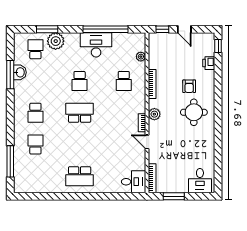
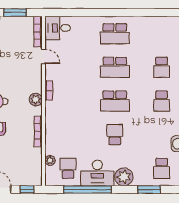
plant: (56, 41) -> (124, 177), moved
school desk: (124, 81) -> (68, 168), moved
school desk: (35, 113) -> (162, 101), turned 180
door: (147, 142) -> (43, 56), moved
school desk: (80, 144) -> (115, 67), added
school desk: (80, 176) -> (115, 34), turned 180

